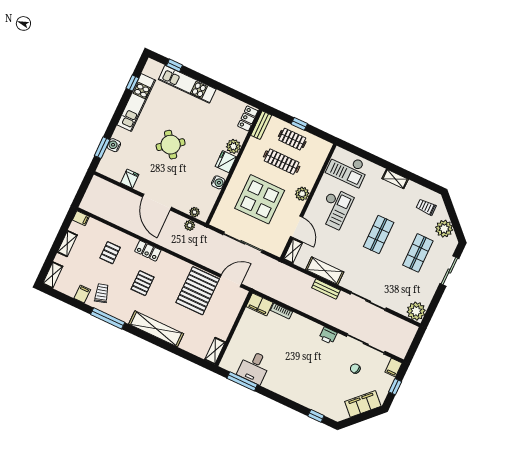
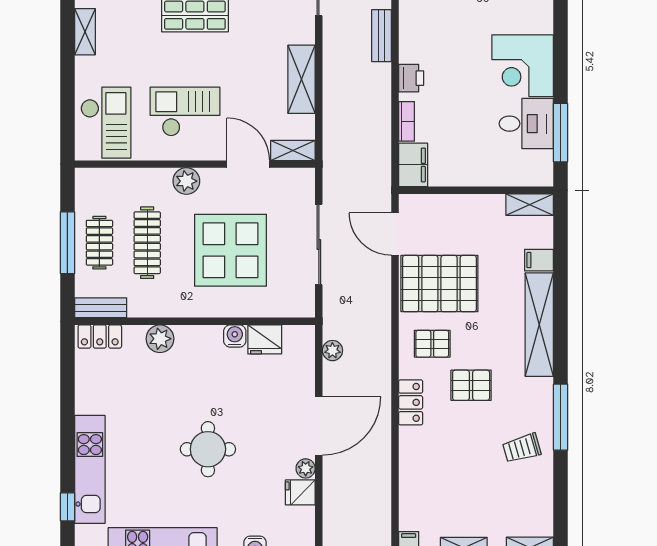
window: (299, 124) -> (67, 243), width x2.17
round table: (171, 145) -> (208, 449), turned 37
fridge: (226, 162) -> (265, 339), moved
plant: (195, 212) -> (306, 468), moved
door: (296, 227) -> (248, 164), hinge flipped
pallet: (110, 253) -> (432, 344), moved
bench: (326, 289) -> (382, 36), moved
filing cabinet: (82, 294) -> (539, 260), moved
printer: (328, 335) -> (411, 78), moved
corner desk: (282, 378) -> (523, 66), added

